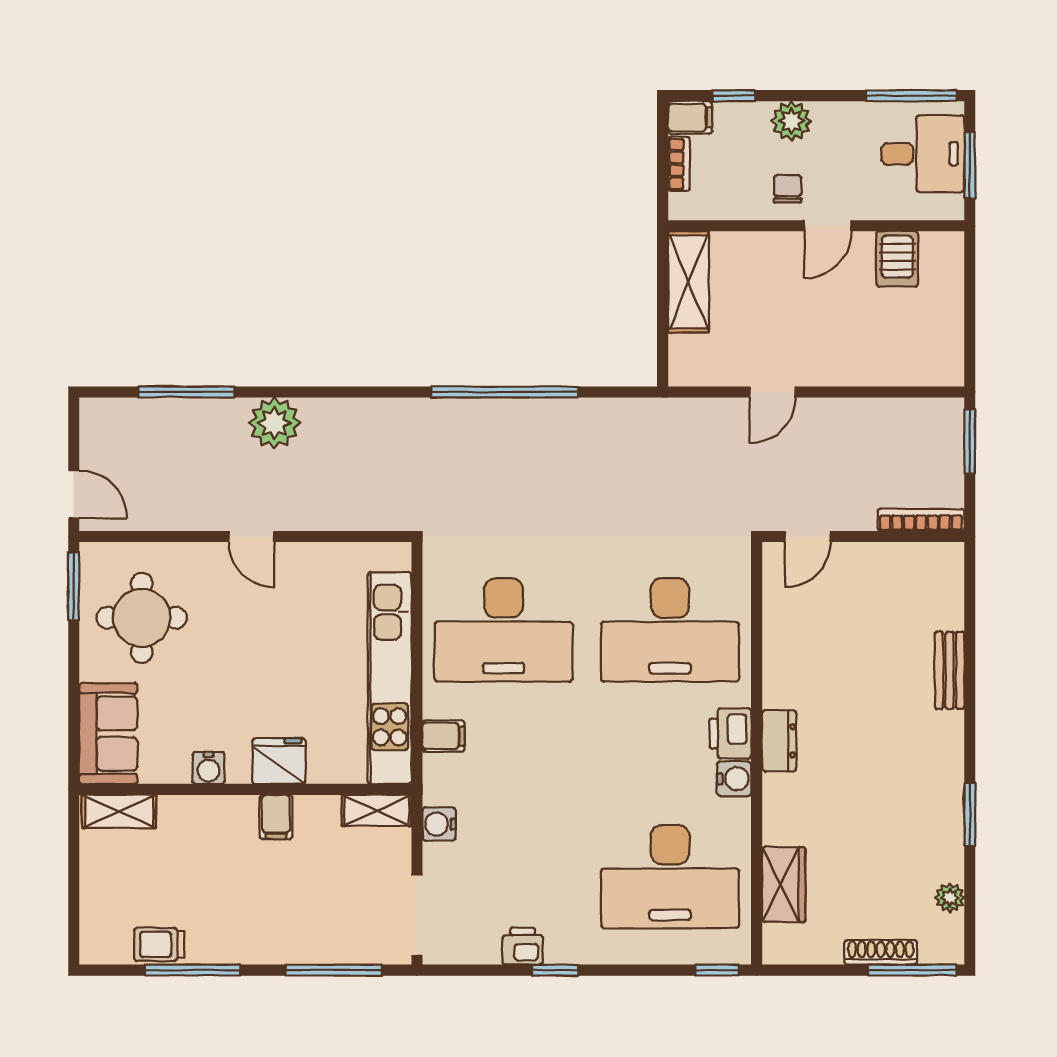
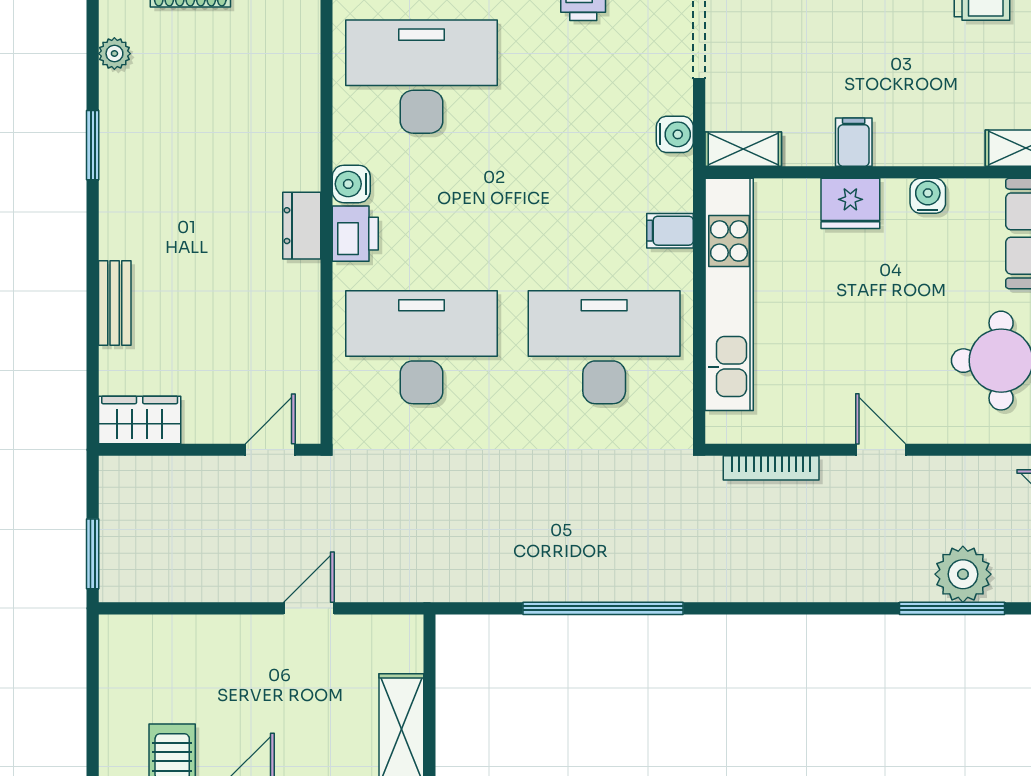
plant: (274, 423) -> (963, 574), moved
bookcase: (921, 520) -> (771, 468), moved
wardrobe: (784, 885) -> (140, 420), moved, turned 90

